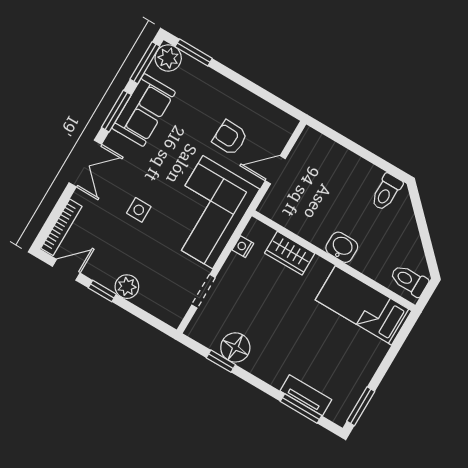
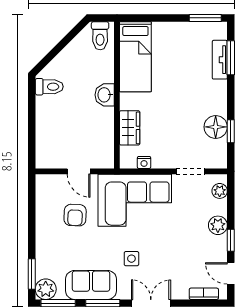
side table: (139, 210) -> (131, 259), moved
bookcase: (61, 227) -> (204, 294), width x0.64
plant: (163, 311) -> (220, 191), added

